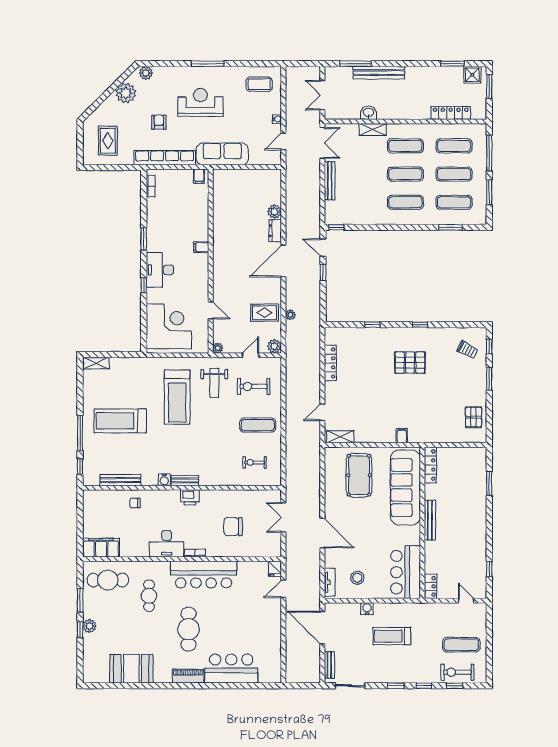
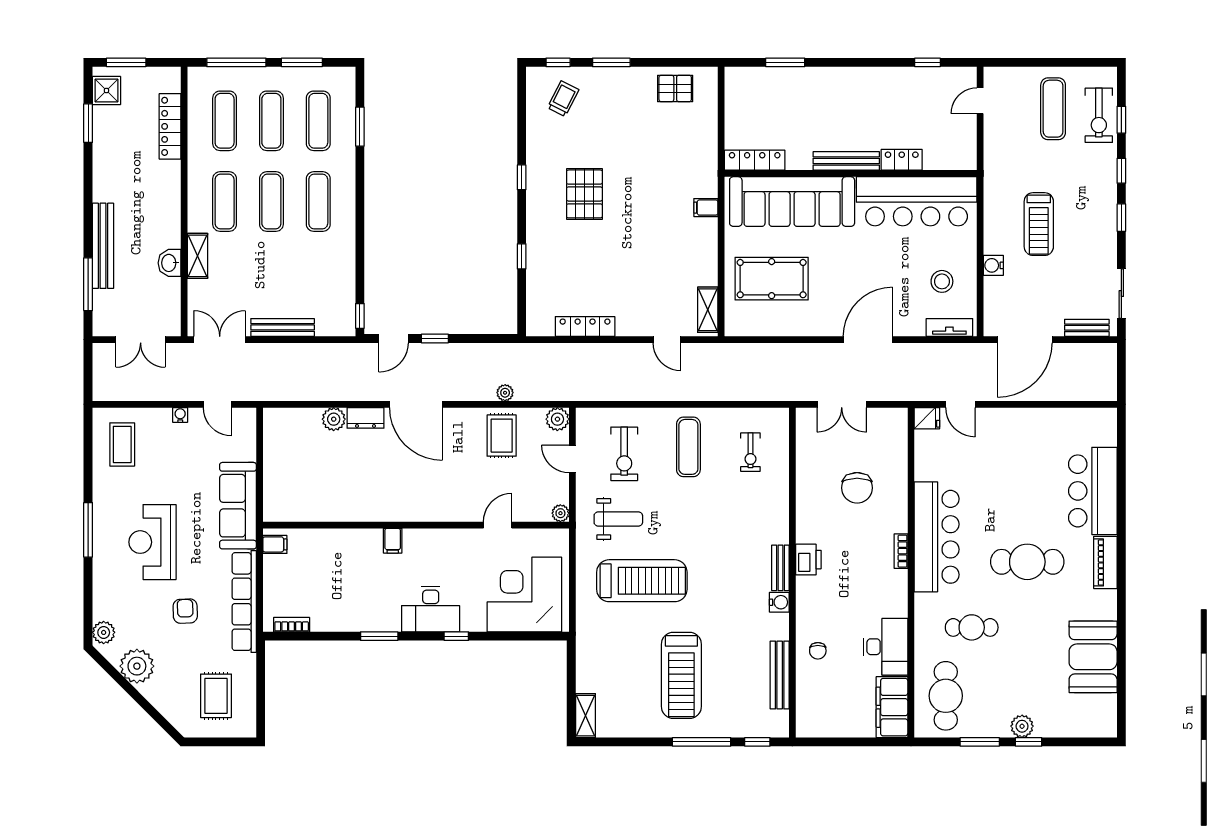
armchair: (159, 122) -> (185, 611), turned 88
rug: (108, 141) -> (216, 696), turned 90
desk: (167, 544) -> (886, 647), moved
bar counter: (406, 572) -> (917, 201), width x1.36
locker: (430, 586) -> (902, 160), moved

